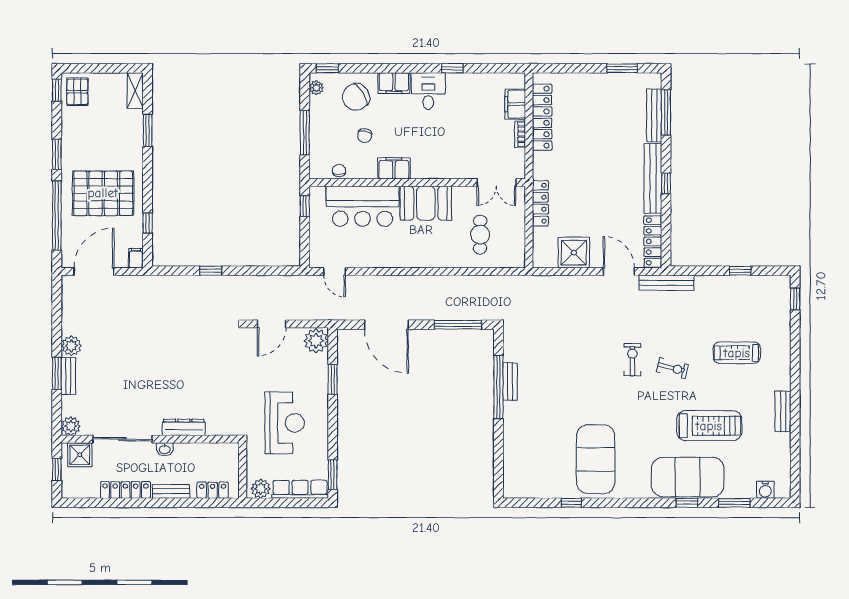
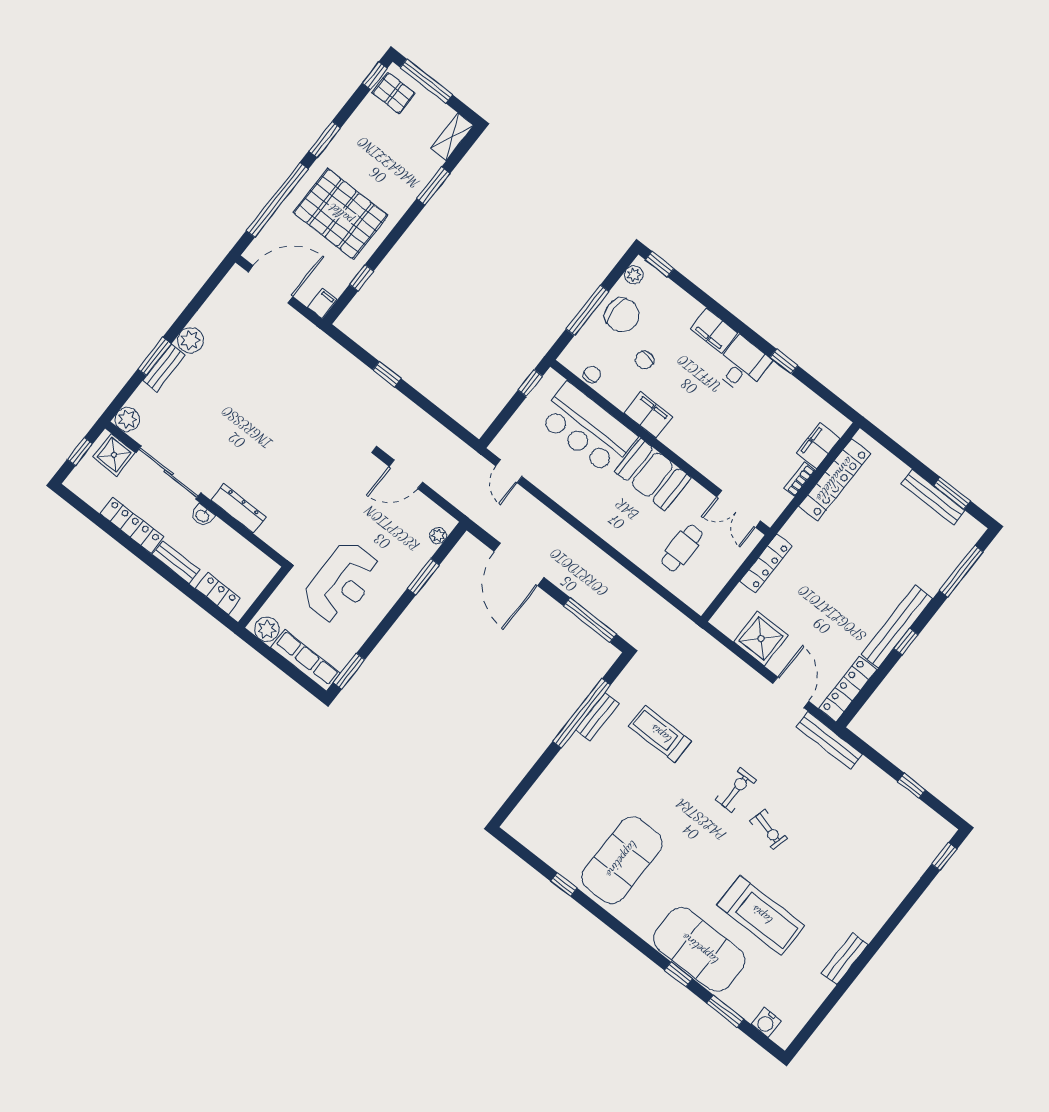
window: (92, 68) -> (426, 81), added
pallet: (77, 92) -> (394, 93), turned 90
chair: (356, 97) -> (622, 315), moved, turned -148
bench: (654, 115) -> (933, 497), moved, turned 90
plant: (316, 341) -> (438, 536), width x0.53, depth x0.53
treadmill: (737, 353) -> (660, 734), moved

